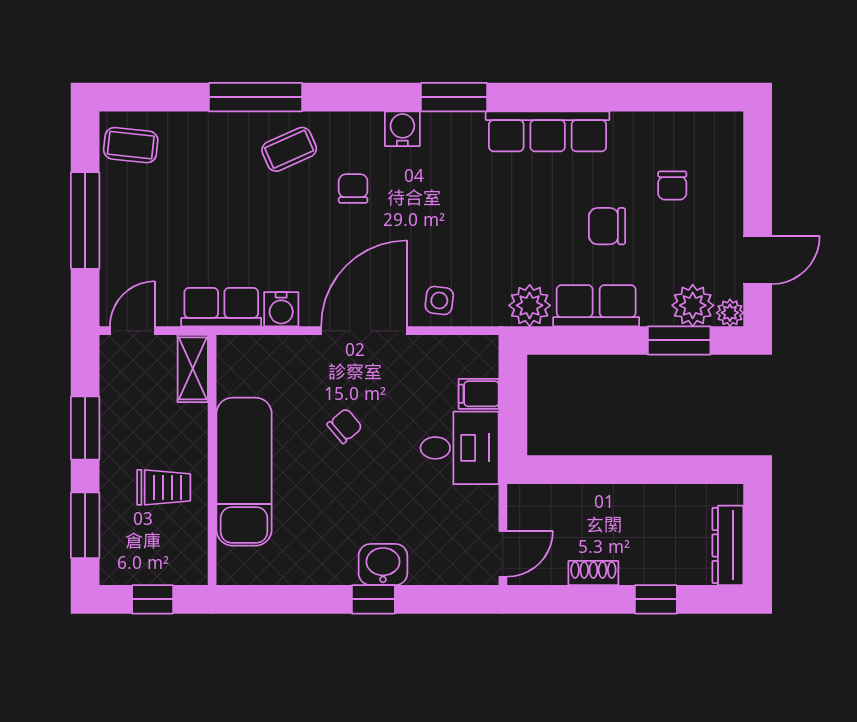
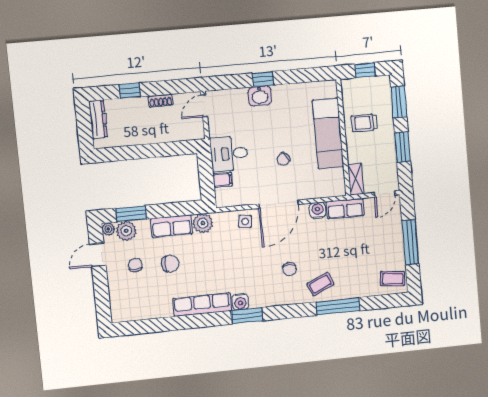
water cooler: (402, 129) -> (240, 302), moved
chair: (672, 186) -> (135, 265), moved

